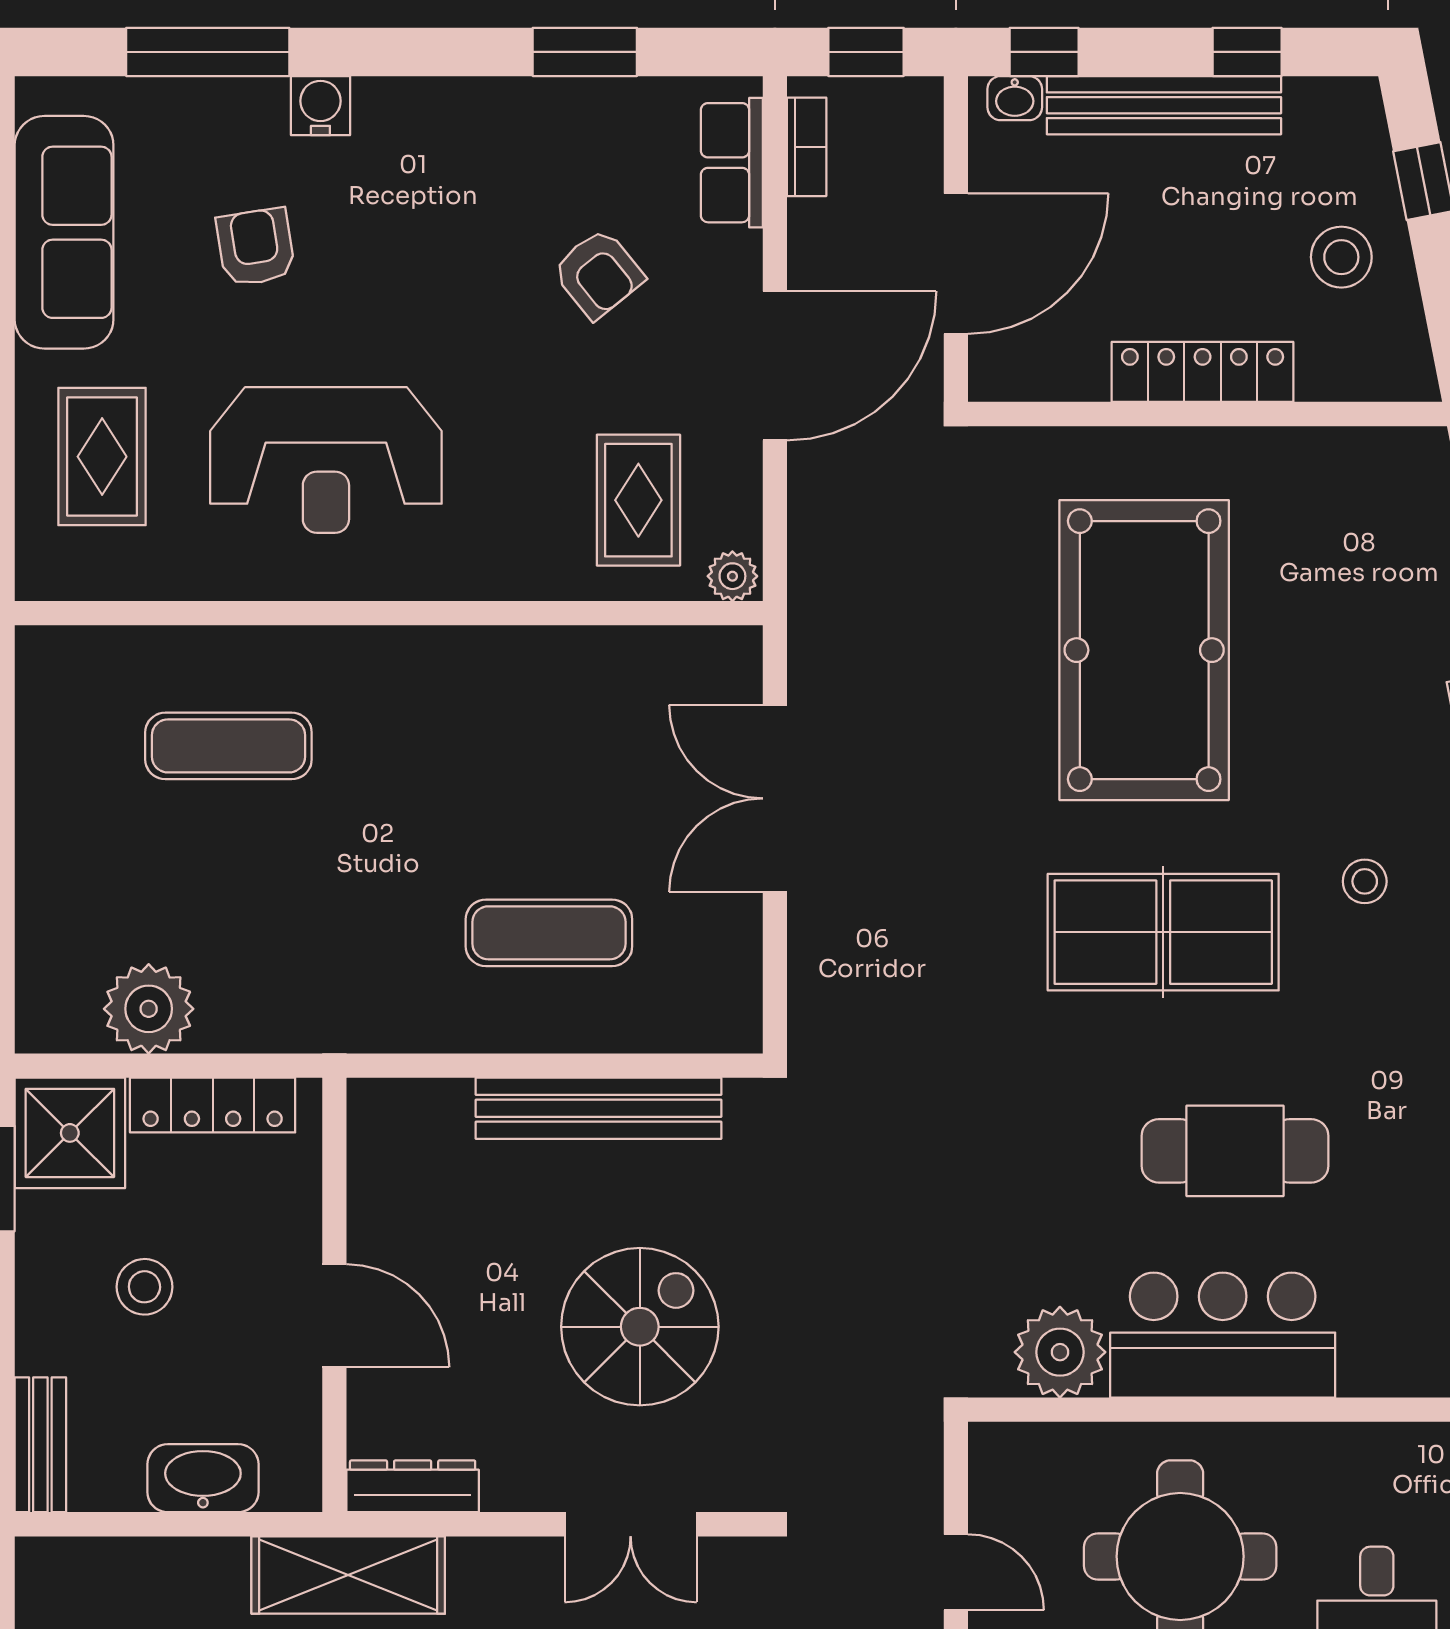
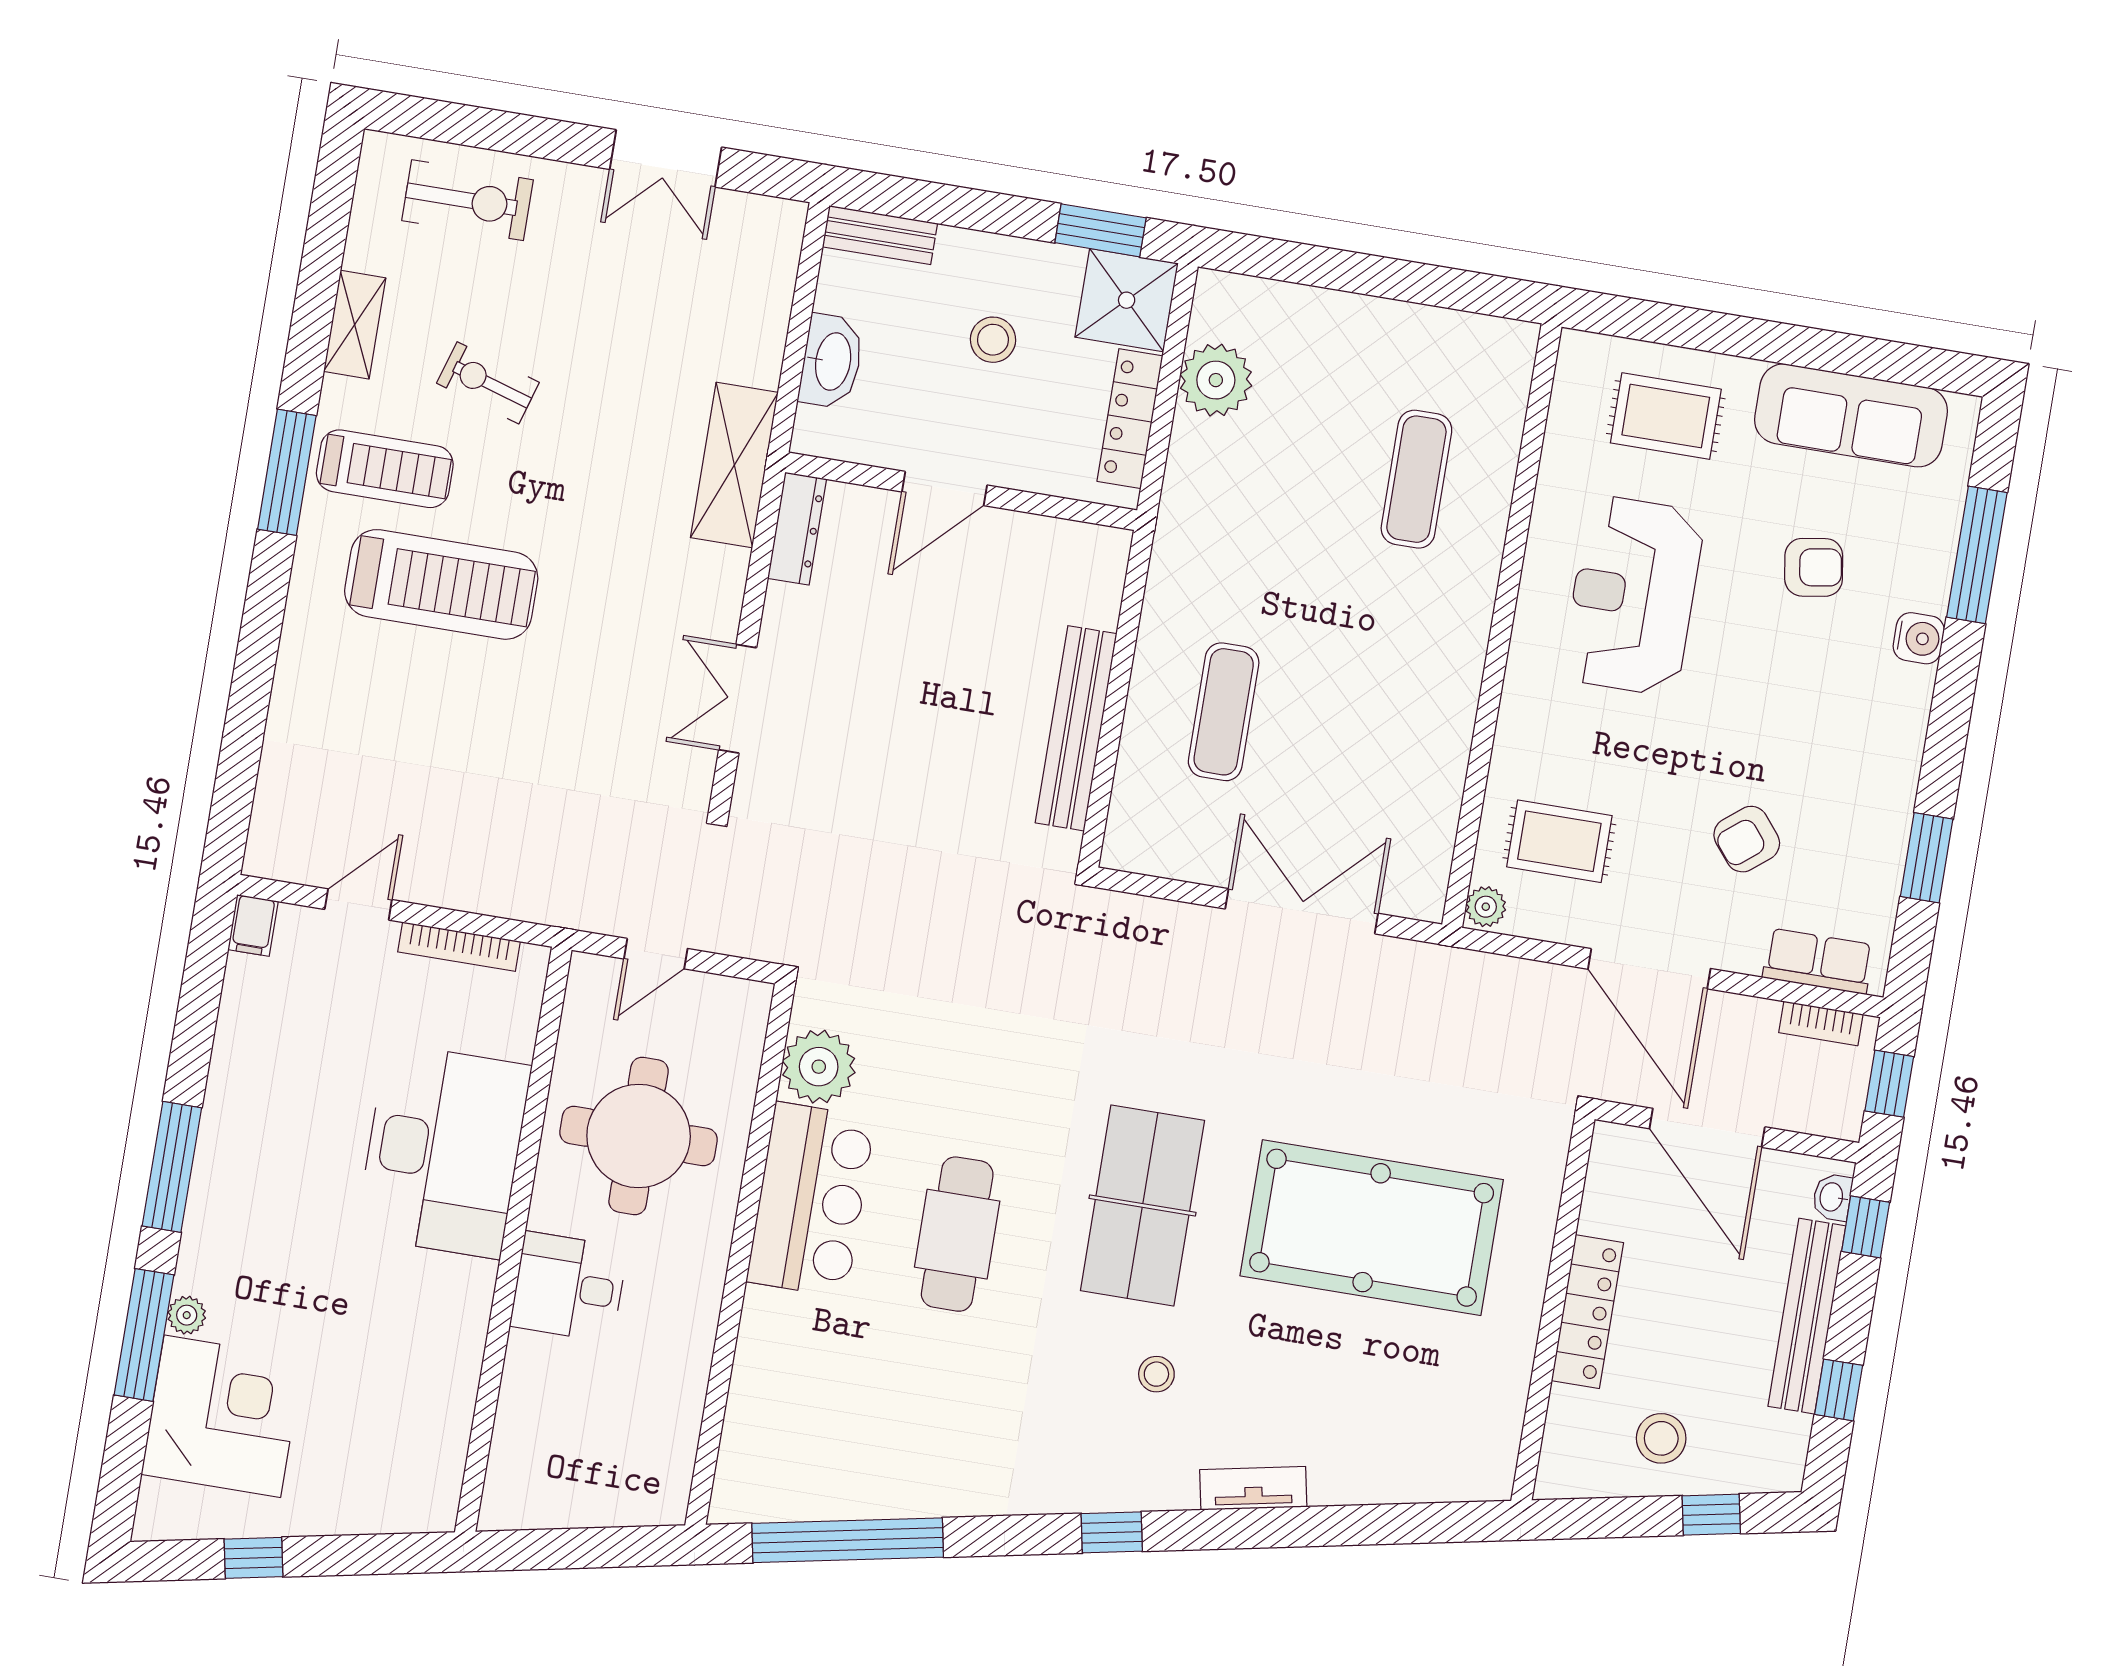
spiral stairs: (640, 1327) -> (895, 732), removed

